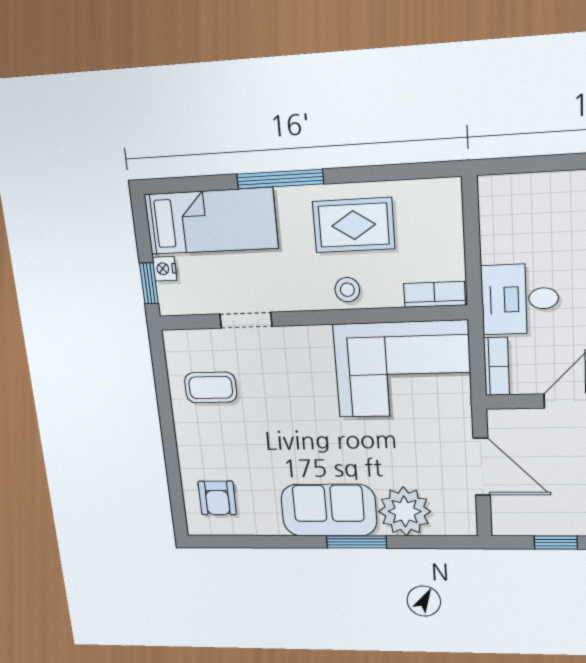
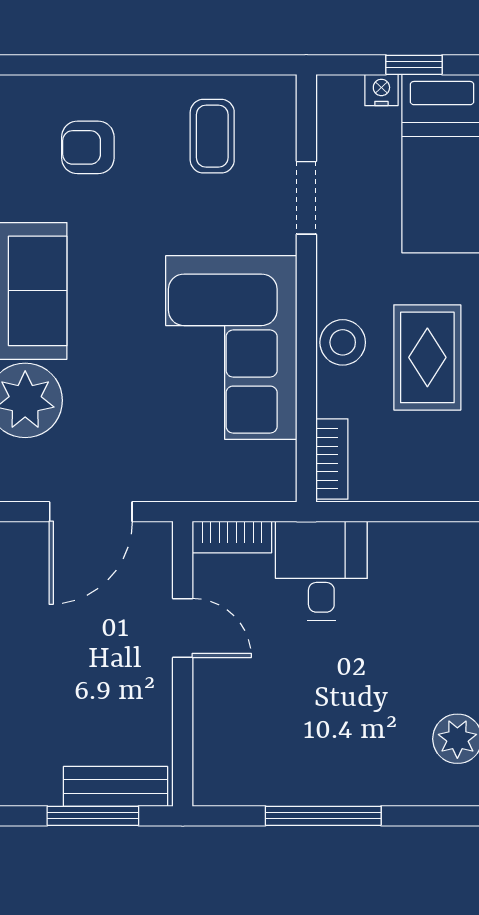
window: (149, 283) -> (414, 65), moved
stool: (347, 290) -> (343, 342), width x1.37, depth x1.37
corner sofa: (403, 369) -> (231, 348), moved
armchair: (217, 498) -> (88, 147), moved

